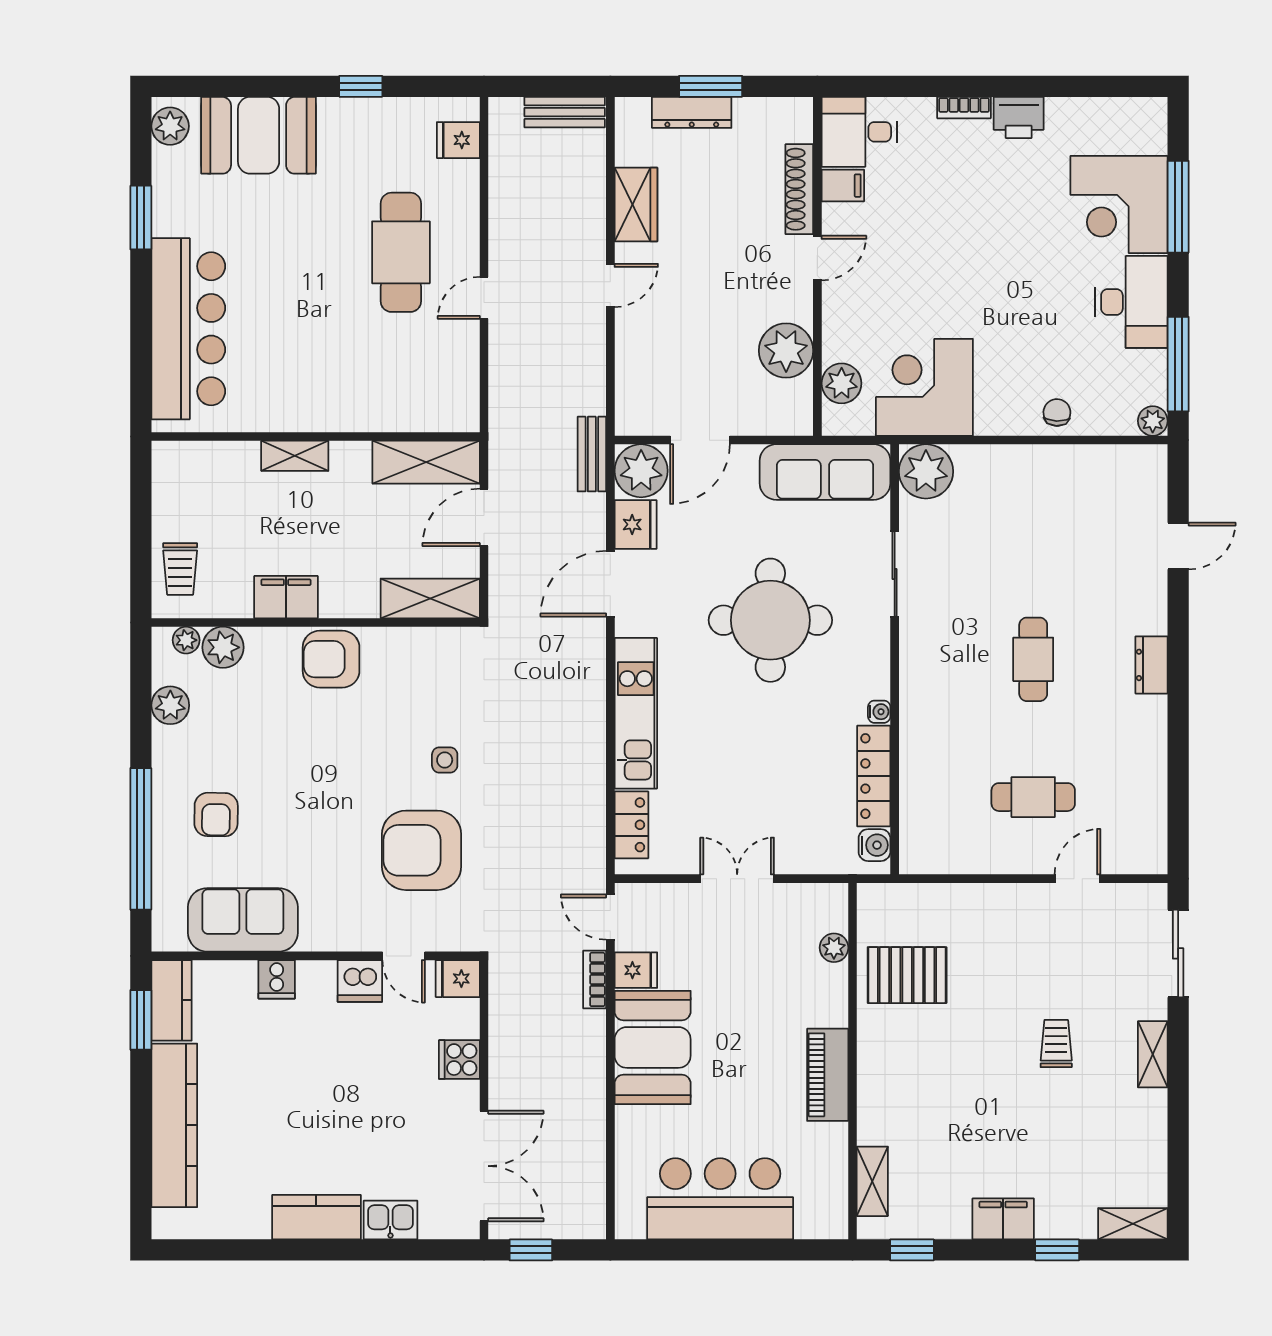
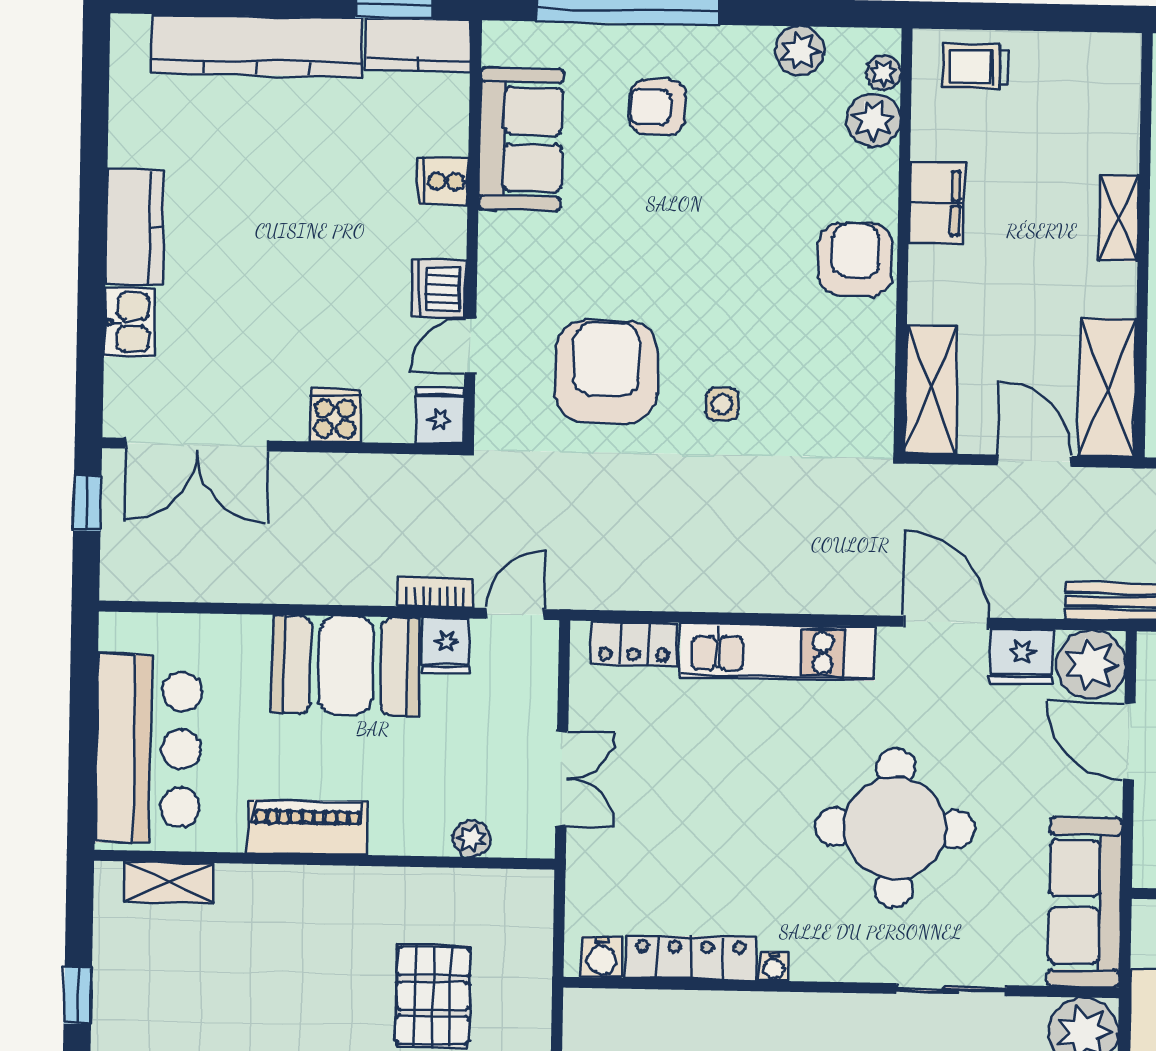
plant: (834, 948) -> (471, 839), moved
wall: (852, 1061) -> (324, 860), moved
piano: (828, 1075) -> (307, 827), moved
shelving: (872, 1181) -> (169, 882), moved

